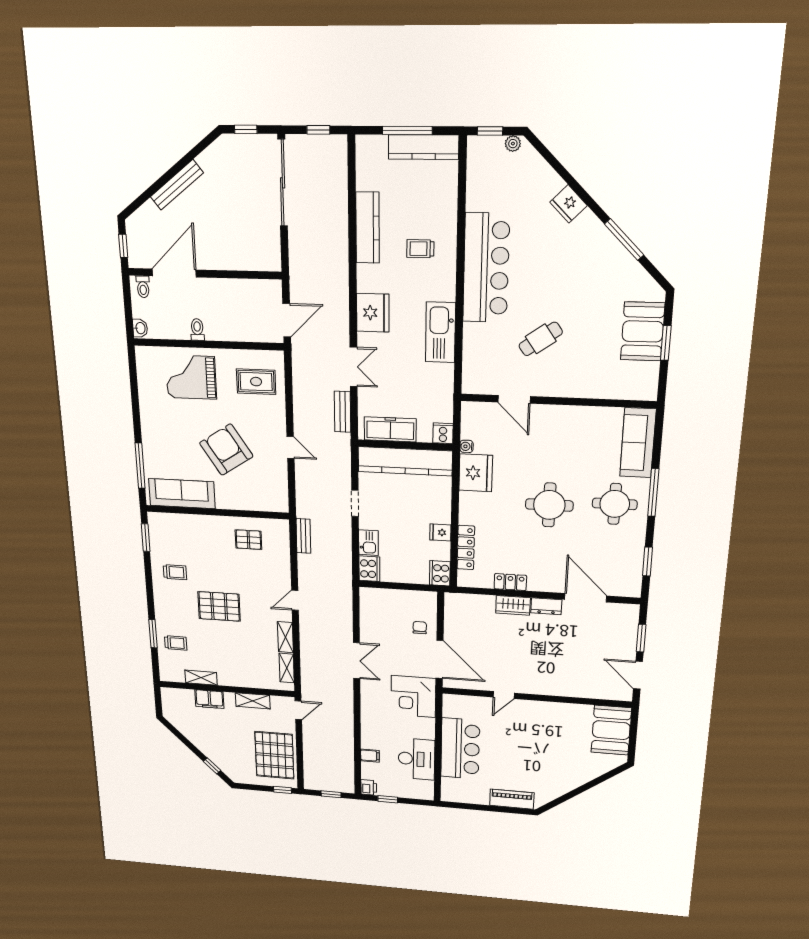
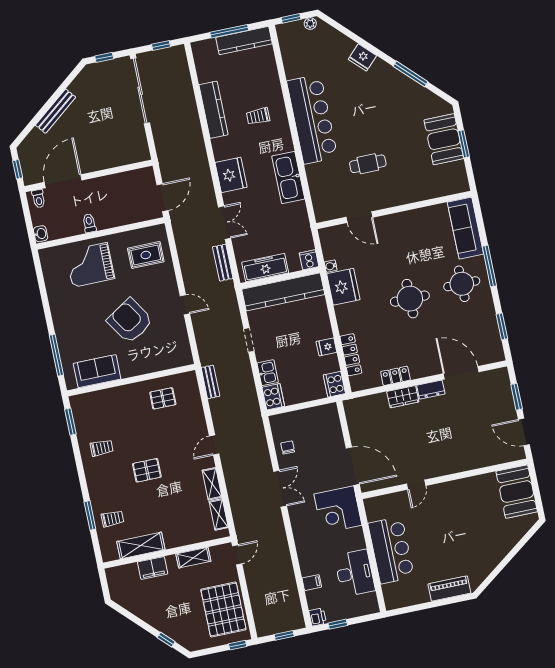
cafe table: (541, 339) -> (368, 164), turned 35
sofa: (182, 494) -> (97, 371), width x0.73
pallet: (219, 606) -> (147, 470), width x0.67, depth x0.71
chair: (420, 628) -> (288, 447), moved
shelving: (201, 678) -> (141, 546), width x1.50, depth x1.33

